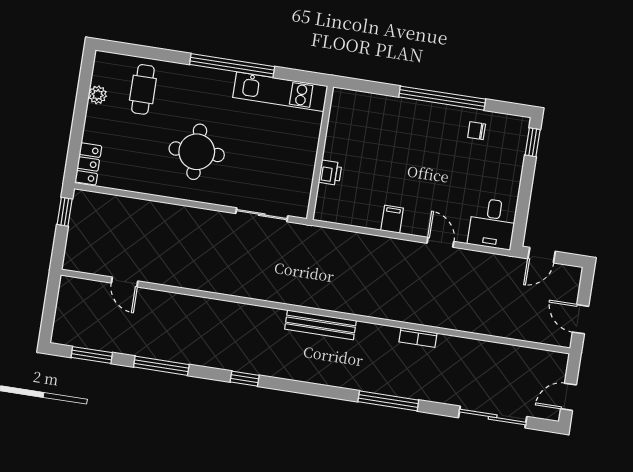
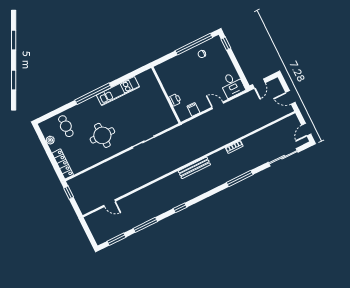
window: (442, 98) -> (194, 44), moved
wall: (320, 153) -> (166, 95), moved
locker: (88, 164) -> (63, 164), width x1.53
printer: (330, 173) -> (175, 100), moved

